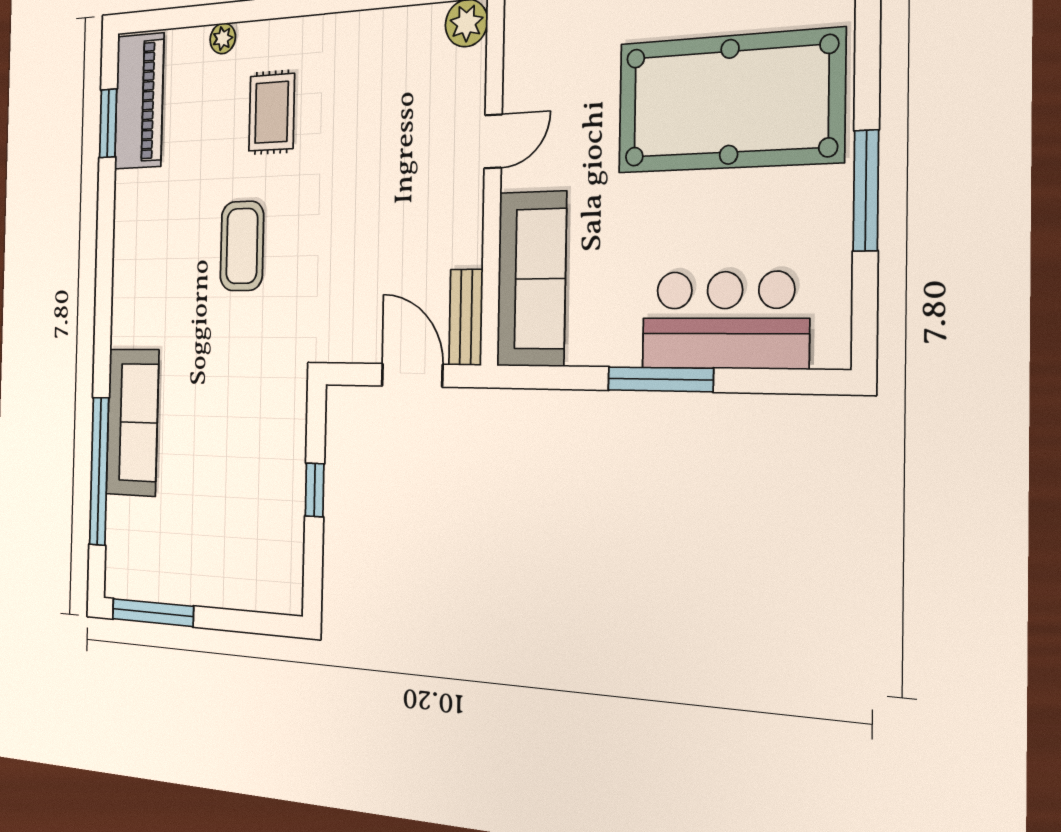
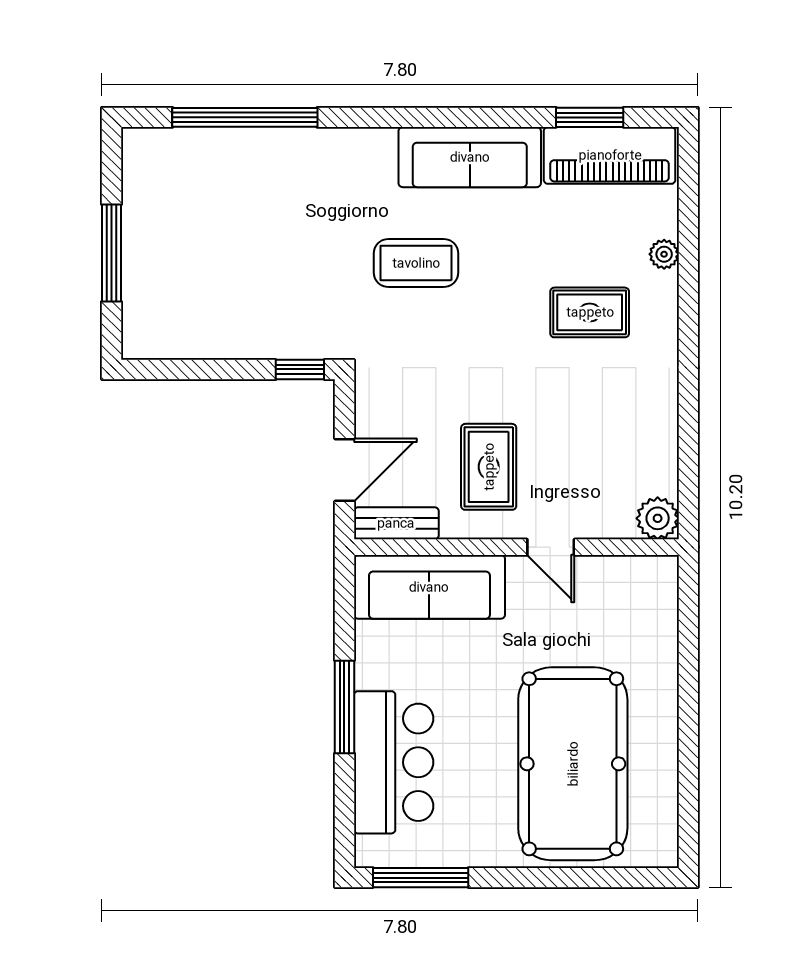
window: (866, 190) -> (421, 878), moved
rug: (412, 215) -> (489, 467), added
coffee table: (242, 246) -> (416, 263), moved
sofa: (132, 422) -> (470, 157), moved
window: (315, 490) -> (300, 369), moved
window: (153, 613) -> (111, 253), moved

